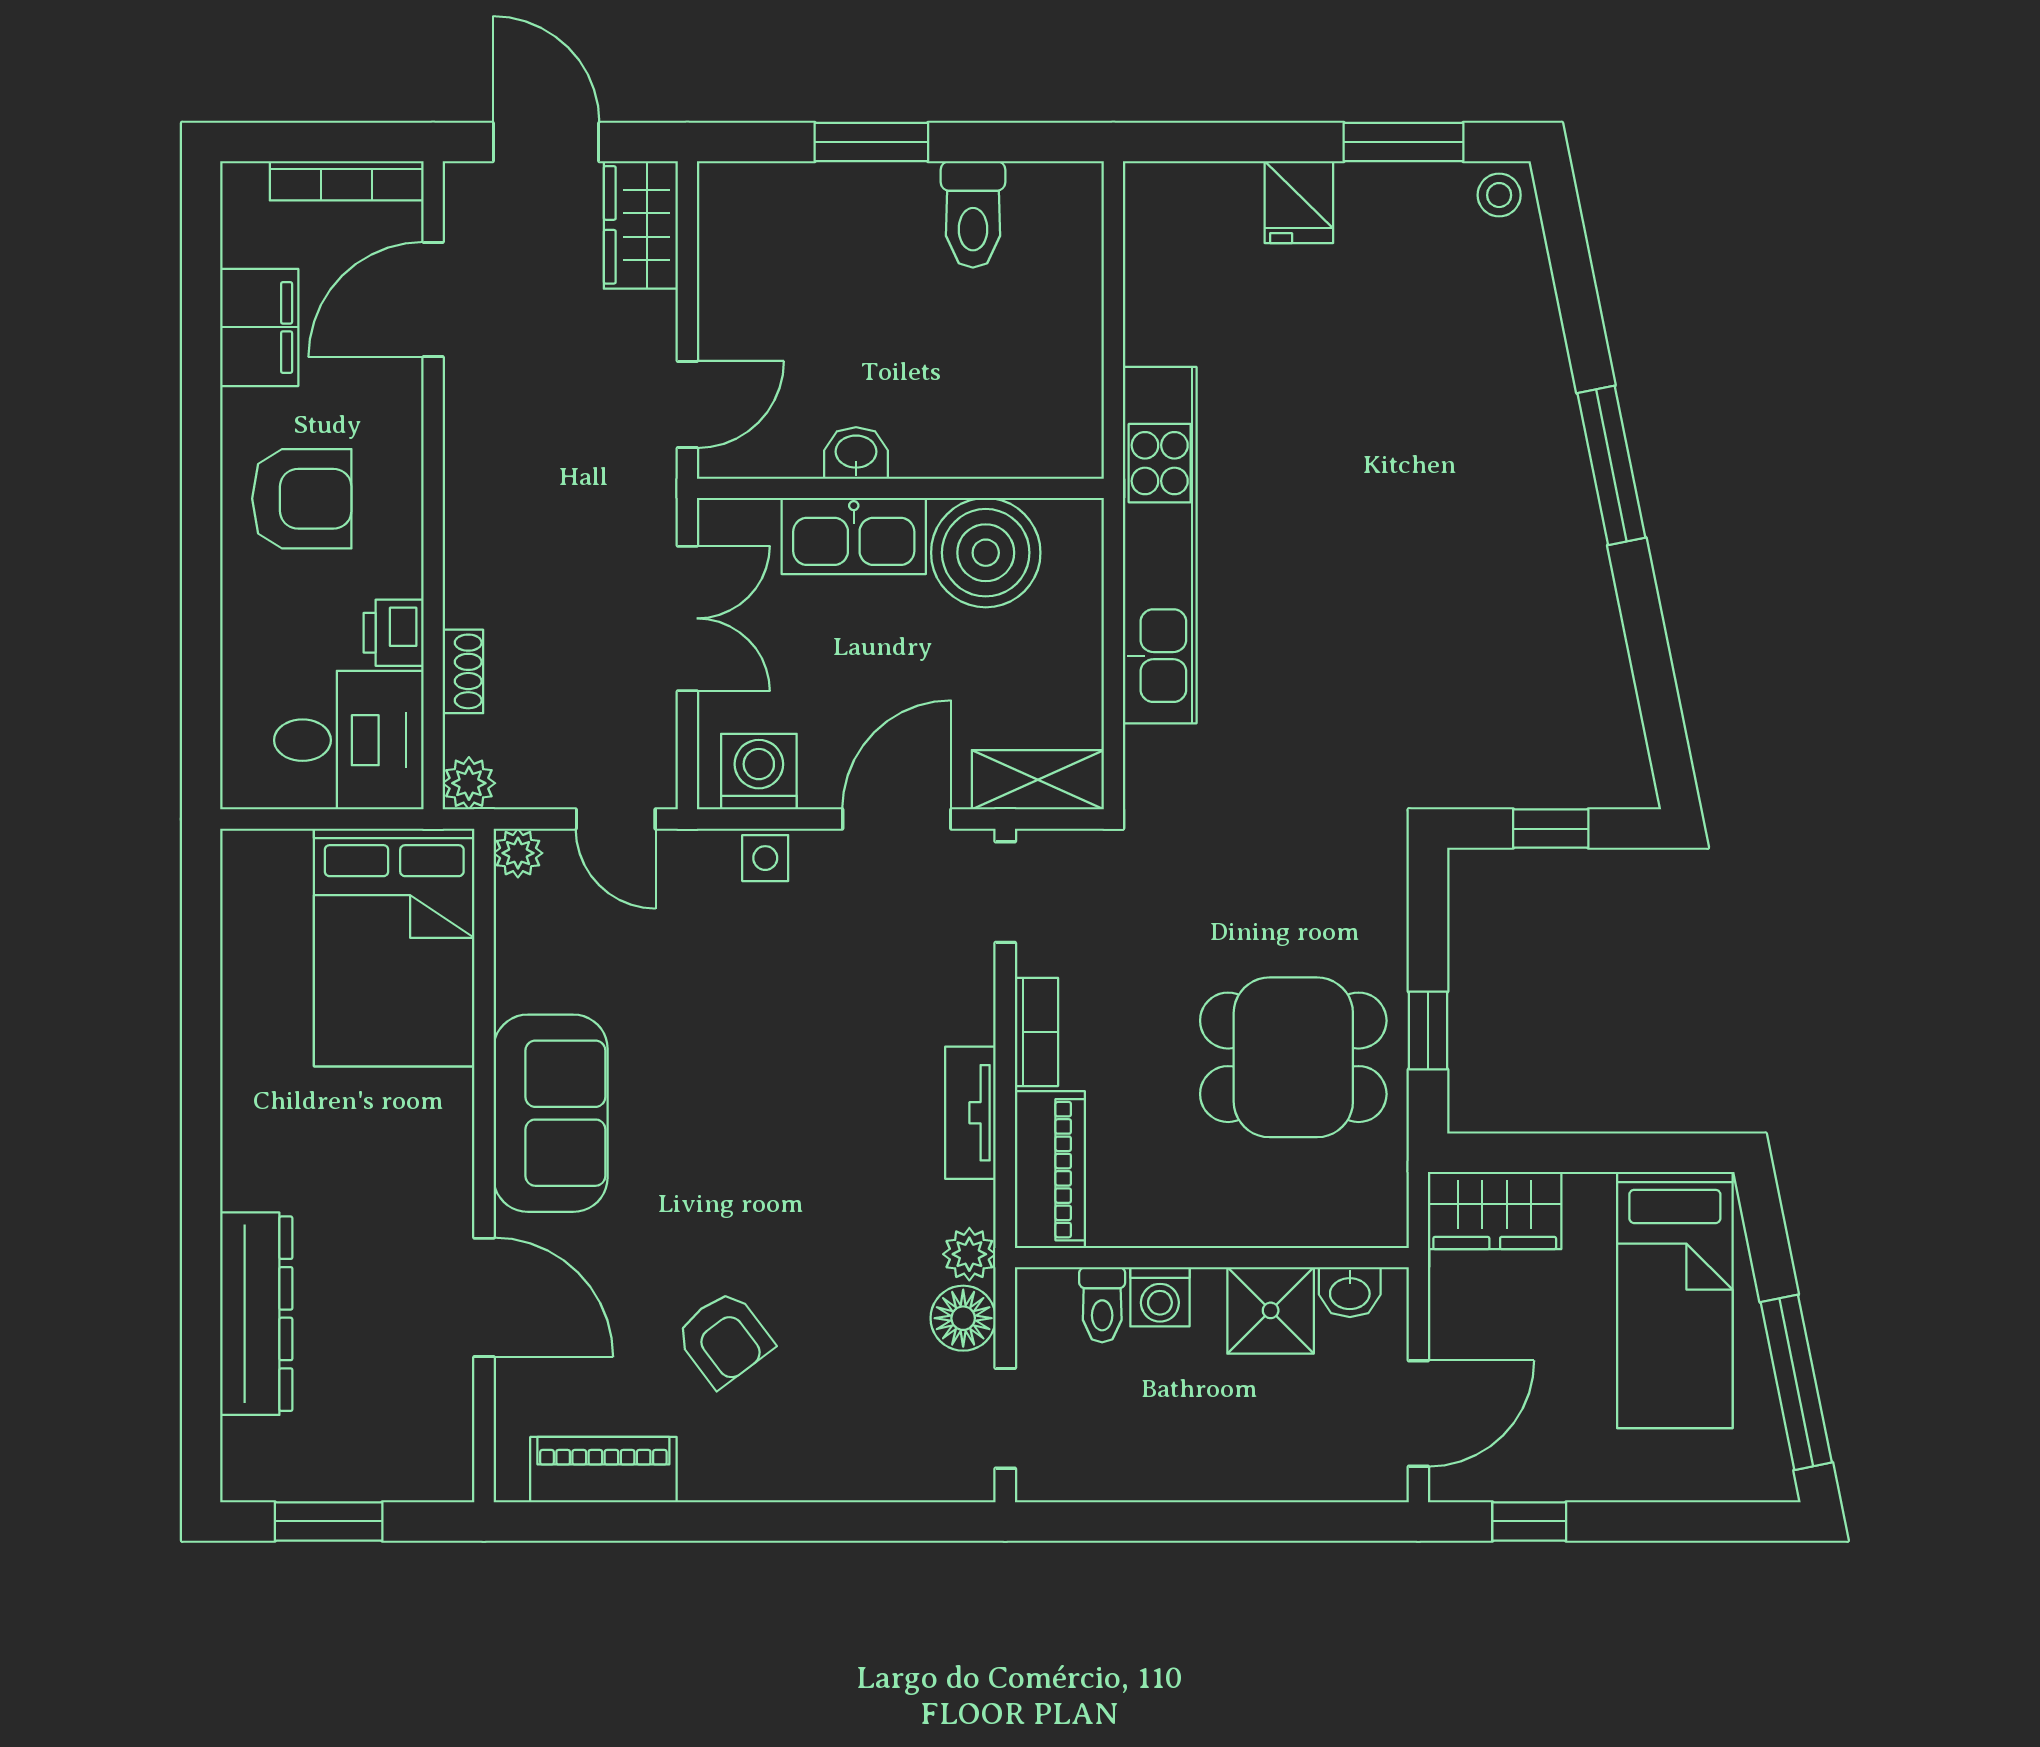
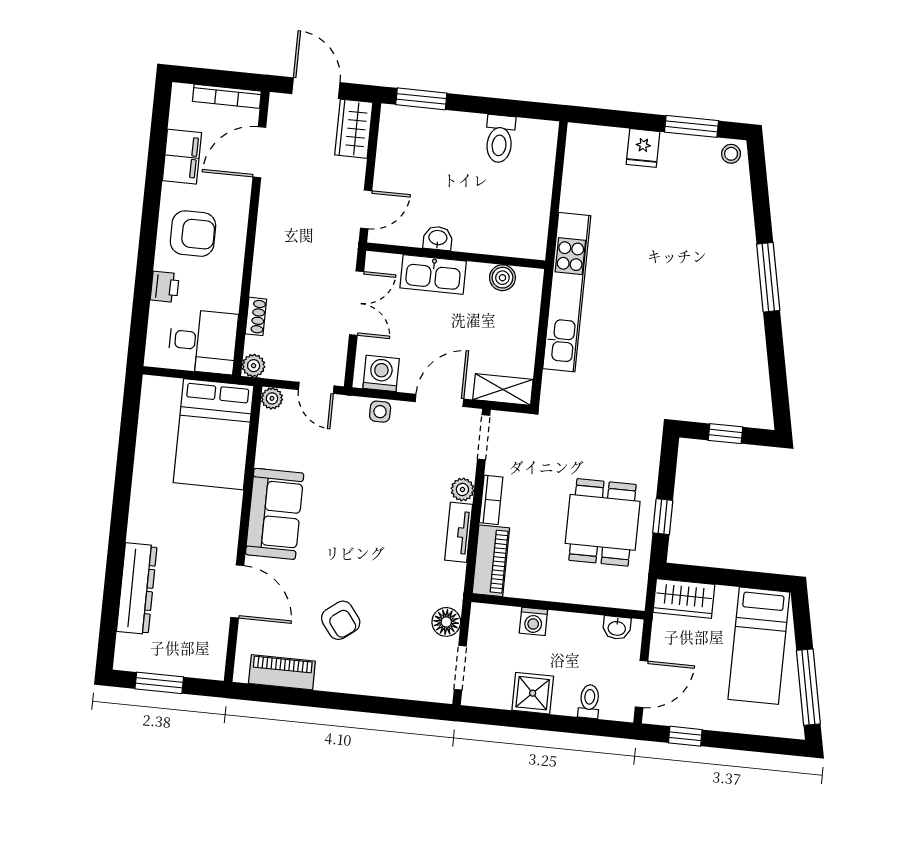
window: (871, 142) -> (421, 99), moved
boiler: (986, 553) -> (502, 278), width x0.54, depth x0.54
printer: (394, 633) -> (165, 287), moved, turned 180
dining table: (1293, 1057) -> (603, 522), turned 90
plant: (969, 1254) -> (462, 490), moved
toilet: (1102, 1305) -> (589, 701), moved, turned 180
shower: (1271, 1310) -> (533, 693), moved

